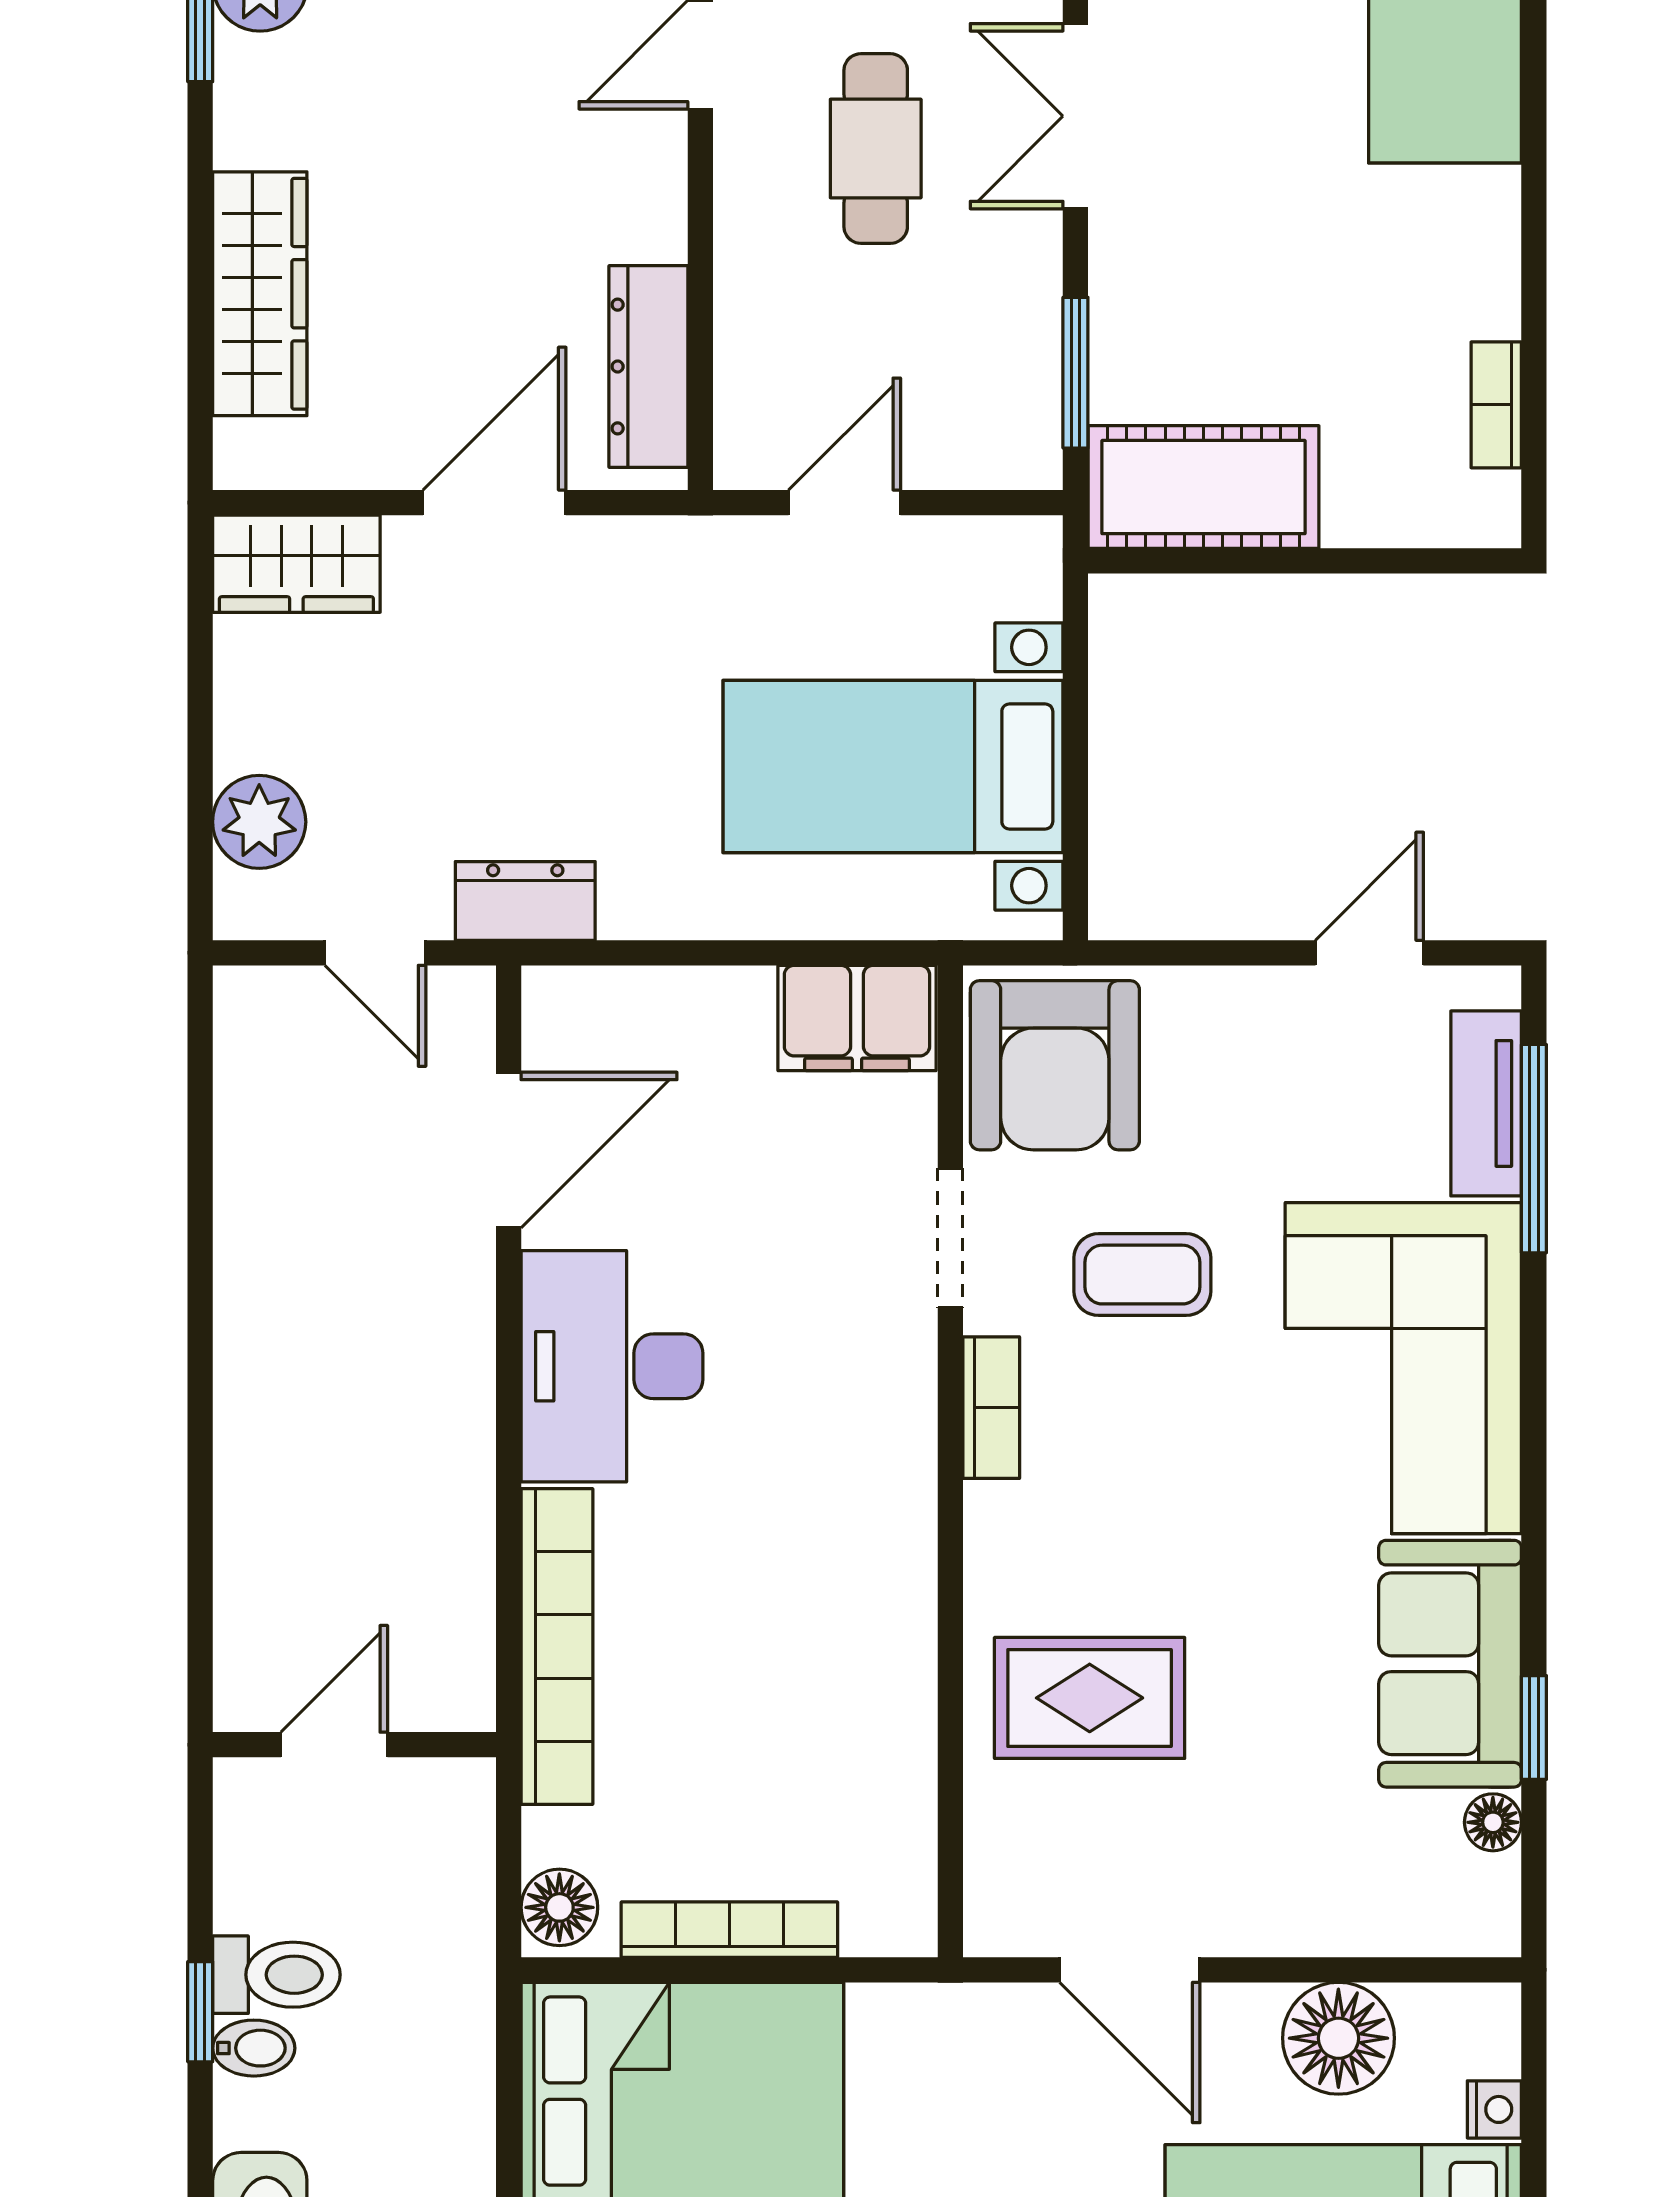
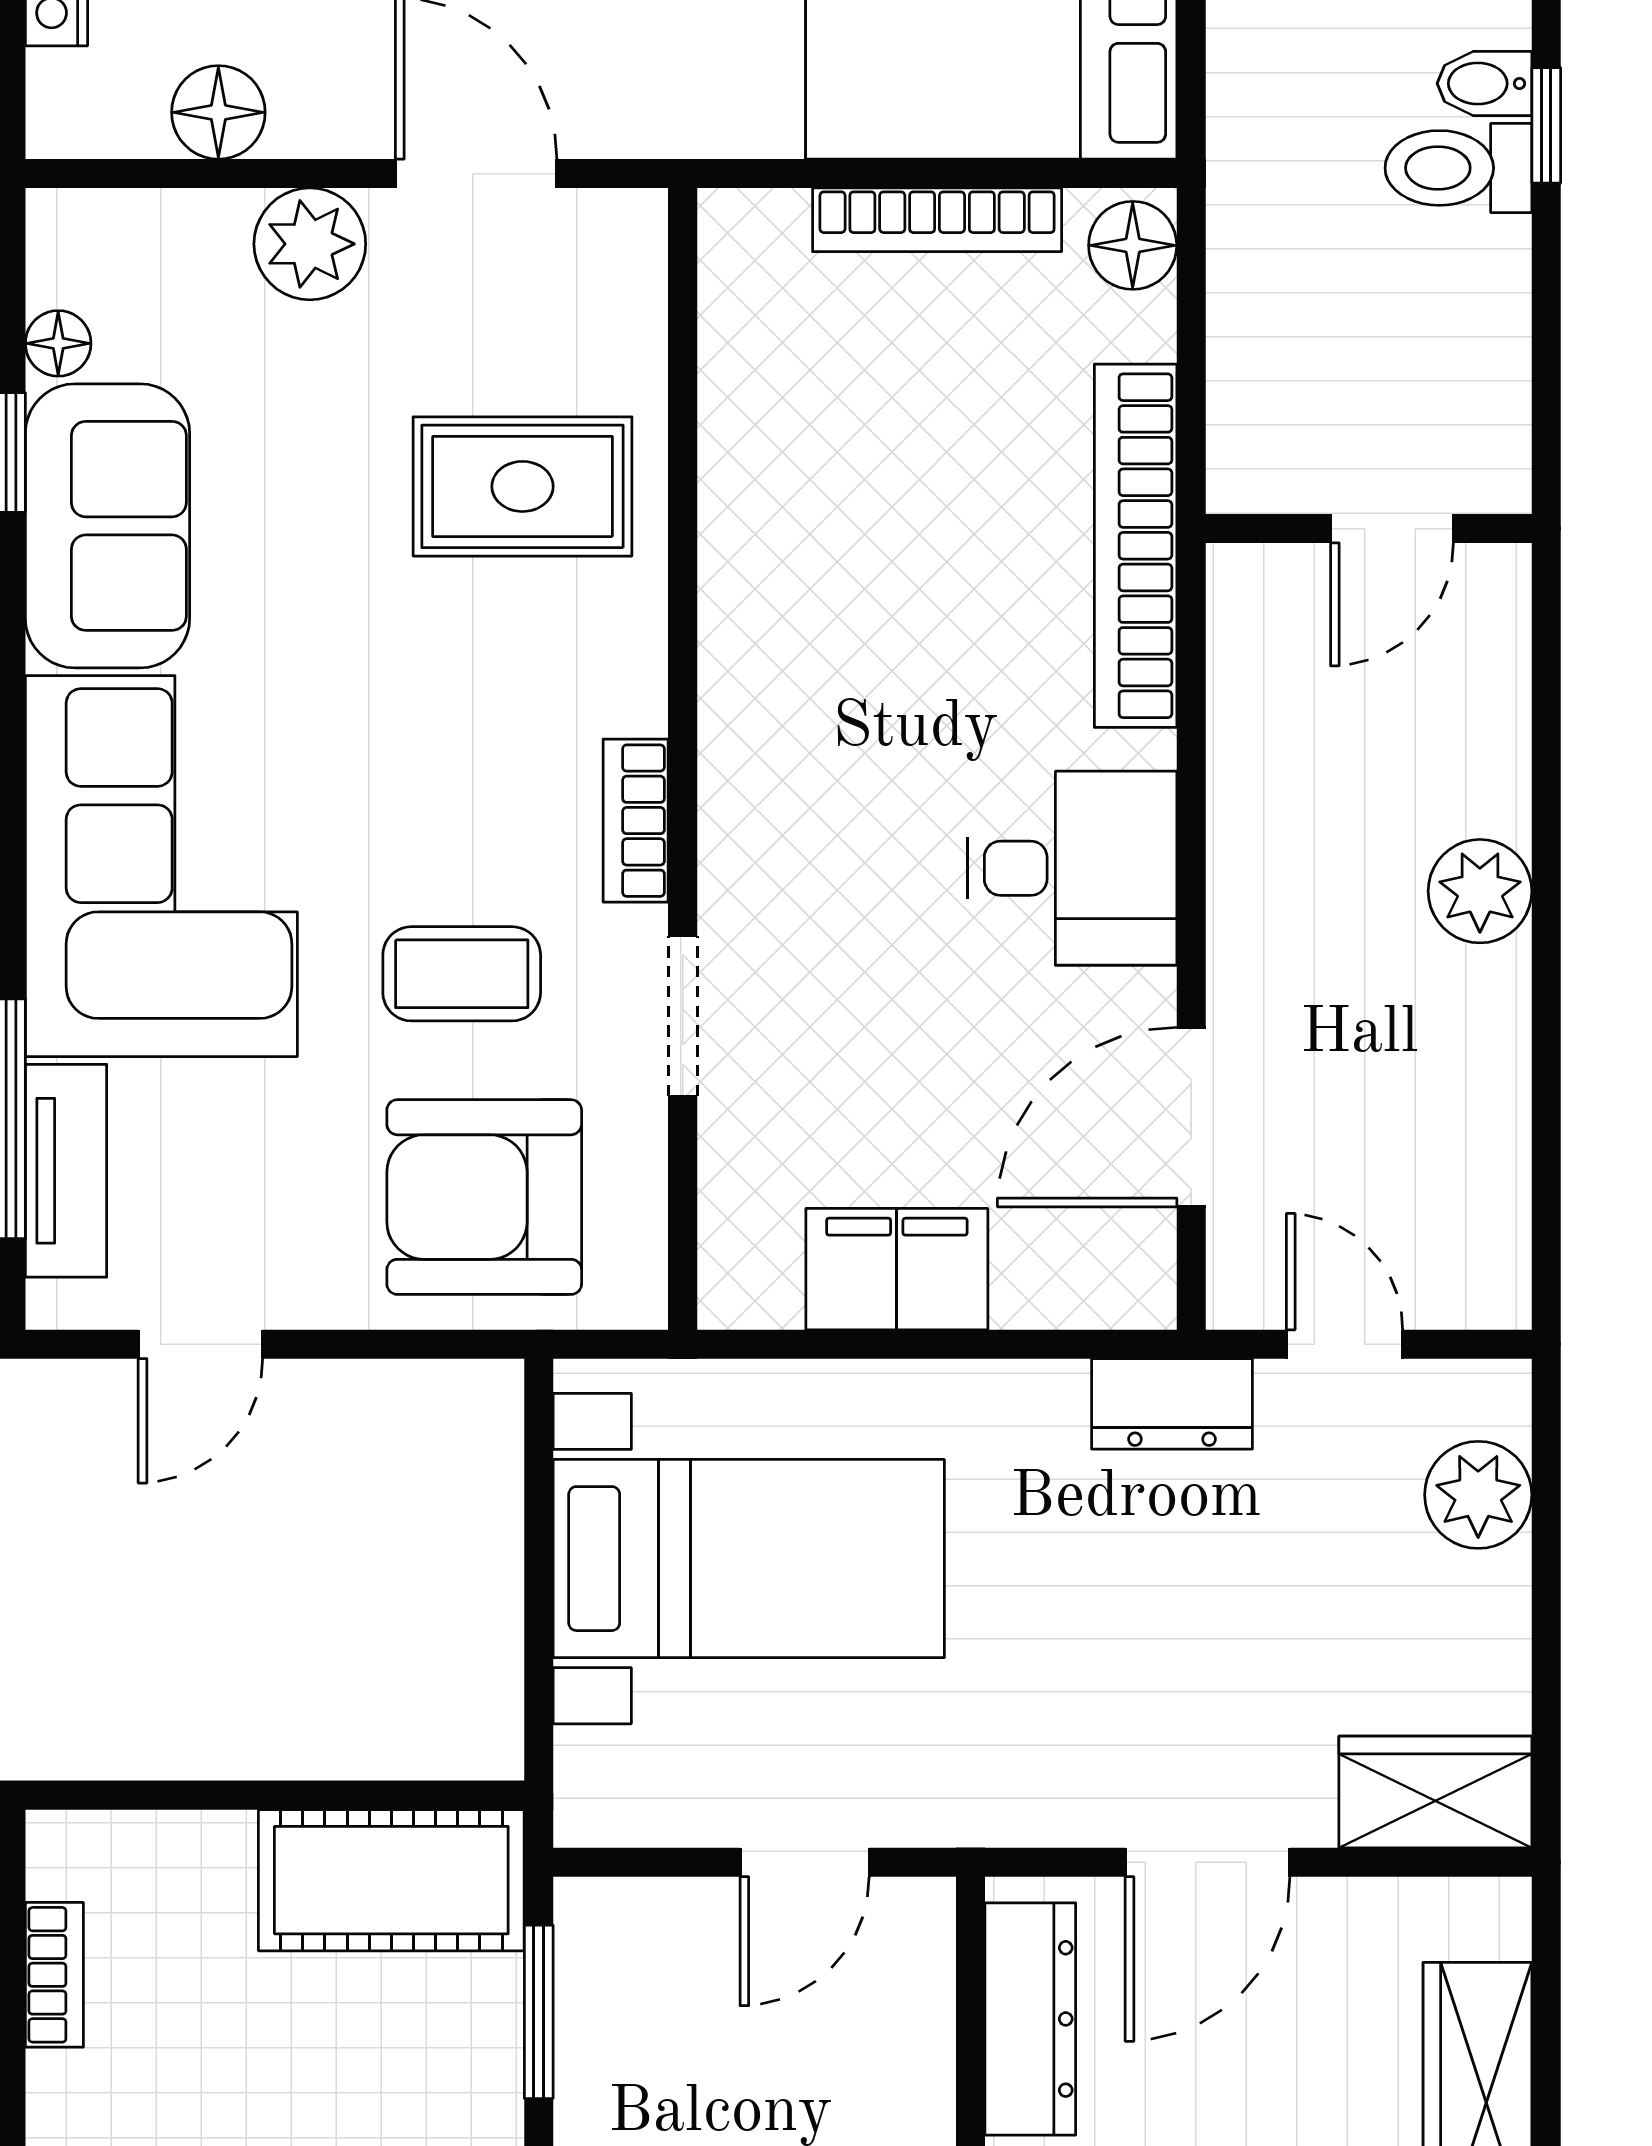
filing cabinet: (857, 1018) -> (897, 1269), moved
armchair: (1055, 1065) -> (484, 1197), moved, turned -90
plant: (258, 1346) -> (1480, 891), added
desk: (612, 1366) -> (1072, 868), width x0.73
door: (334, 1745) -> (1392, 529), moved
wall: (354, 1745) -> (1369, 529), moved
plant: (1274, 1909) -> (310, 244), added
floor lamp: (1338, 2038) -> (218, 112), width x0.73, depth x0.73

